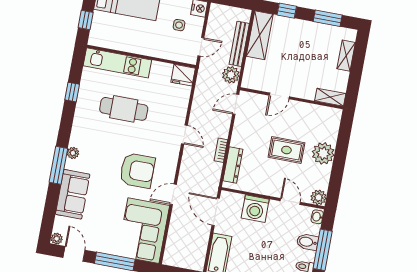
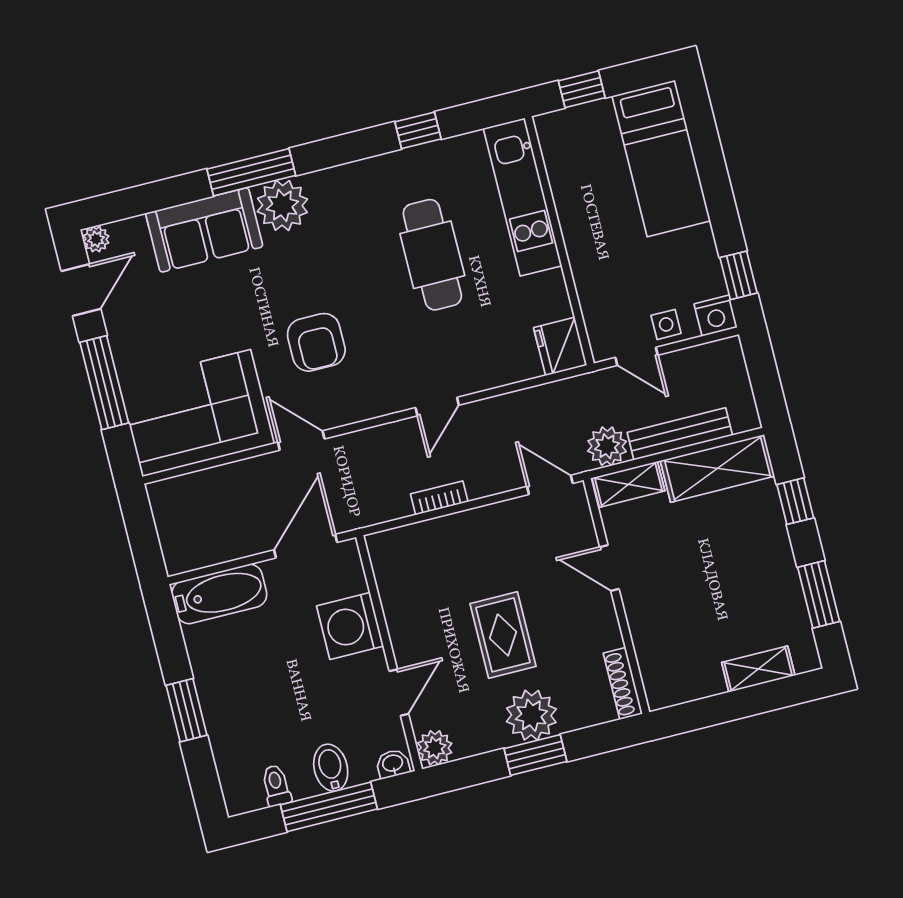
side table: (179, 25) -> (666, 324), moved
shelving: (330, 97) -> (628, 484), moved, turned 90
shoe rack: (327, 112) -> (623, 684), added
plant: (73, 153) -> (282, 205), width x1.88, depth x1.88
window: (340, 159) -> (535, 755), added
dresser: (233, 165) -> (420, 537), removed
armchair: (137, 171) -> (316, 342), width x0.73, depth x0.73

